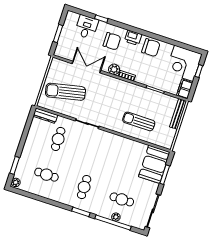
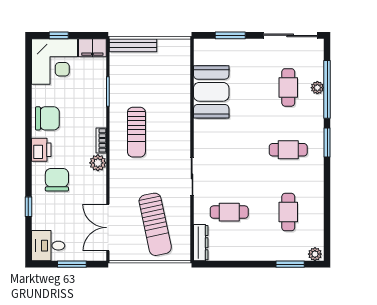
desk: (86, 27) -> (48, 246), moved
chair: (151, 48) -> (47, 118), turned 90
double door: (86, 67) -> (108, 228), moved
sun lounger: (139, 121) -> (136, 132), moved
booth: (154, 164) -> (211, 92), moved, turned 90

